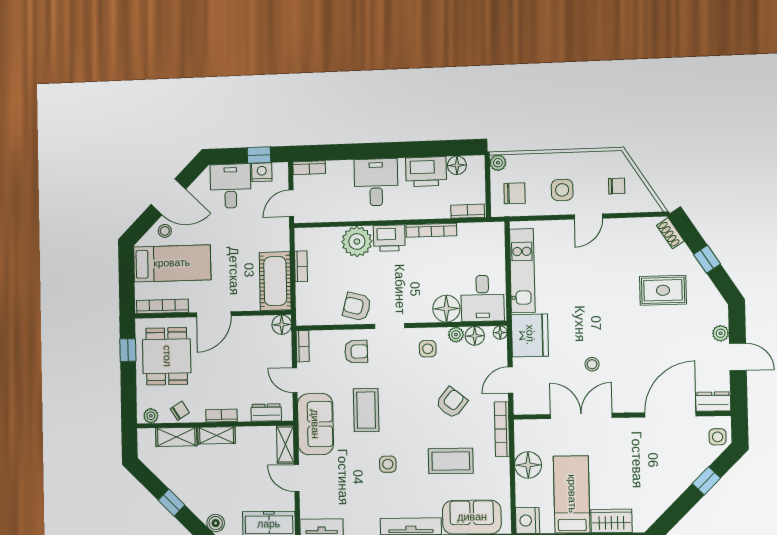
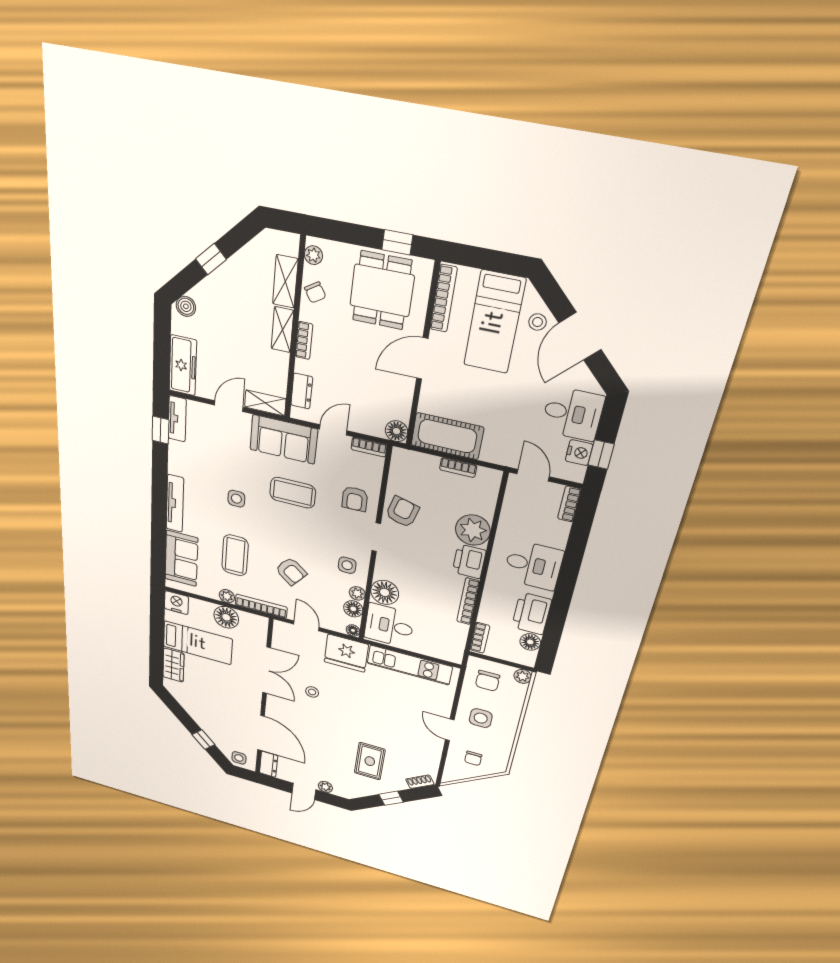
door: (214, 314) -> (422, 358), hinge flipped
dining table: (167, 356) -> (382, 290), turned 90
plant: (502, 466) -> (227, 596), added

